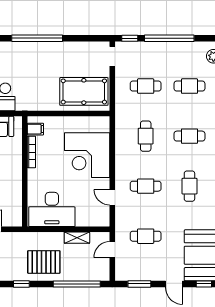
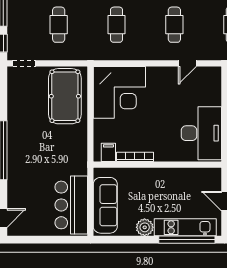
cafe table: (146, 136) -> (117, 25), turned 90
corner desk: (87, 155) -> (119, 92), moved

